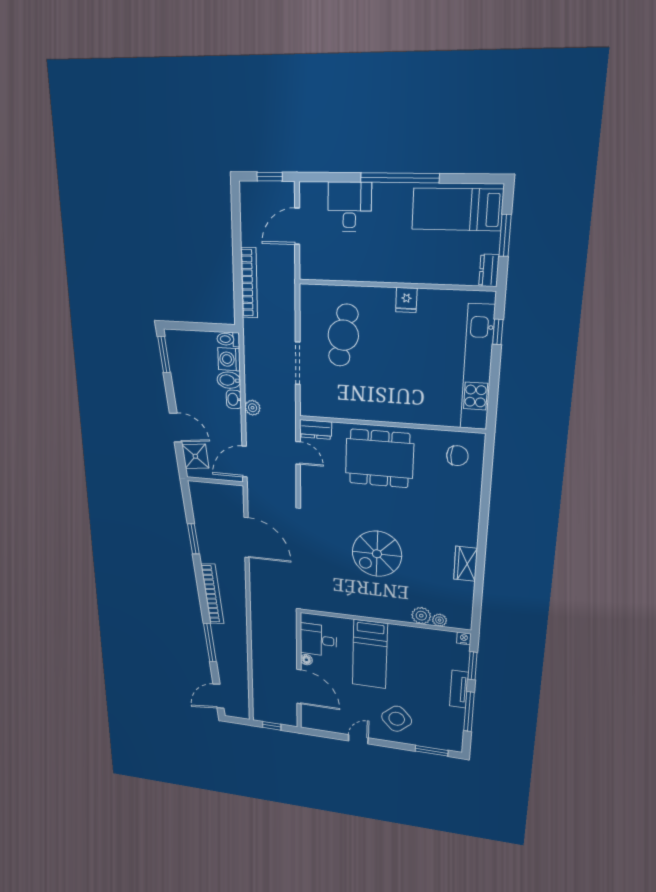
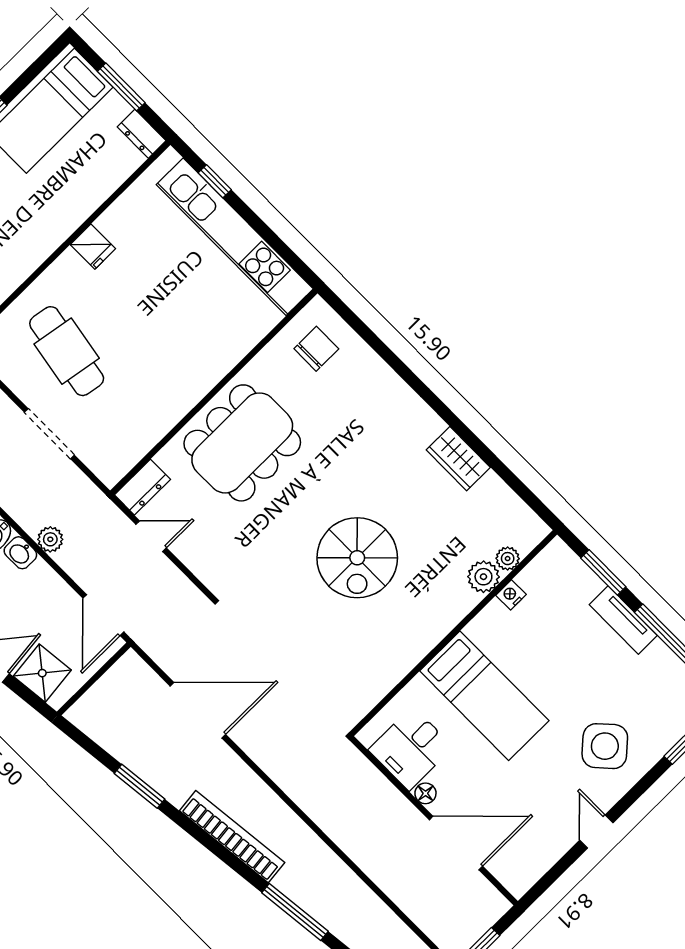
nightstand: (464, 638) -> (511, 595), moved

